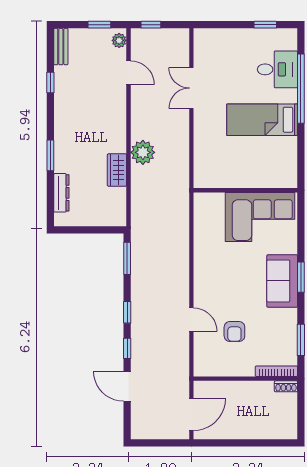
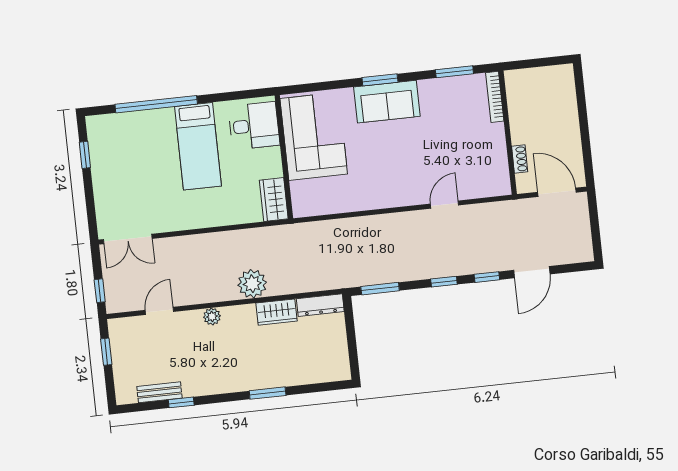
plant: (119, 40) -> (212, 316), moved
bench: (61, 47) -> (159, 392), moved
desk: (277, 69) -> (254, 126), moved, turned 90
double door: (191, 88) -> (128, 239), moved
wardrobe: (211, 178) -> (274, 199), added
dresser: (61, 193) -> (320, 305), moved, turned 180
armchair: (234, 331) -> (453, 152), removed
shoe rack: (286, 386) -> (520, 159), moved

